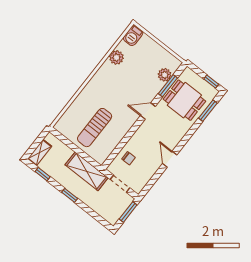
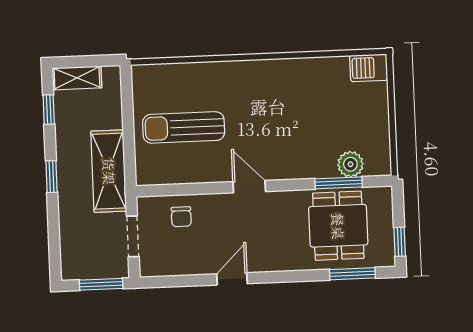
plant: (116, 57) -> (315, 71), removed
door: (148, 111) -> (249, 187), moved

